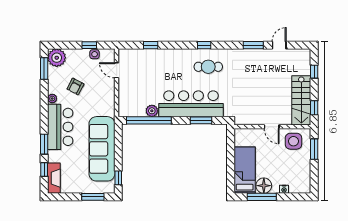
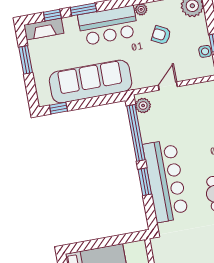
door: (117, 70) -> (168, 86), moved
plant: (152, 111) -> (143, 106), moved
window: (201, 120) -> (145, 182), moved
window: (93, 197) -> (26, 60), moved

